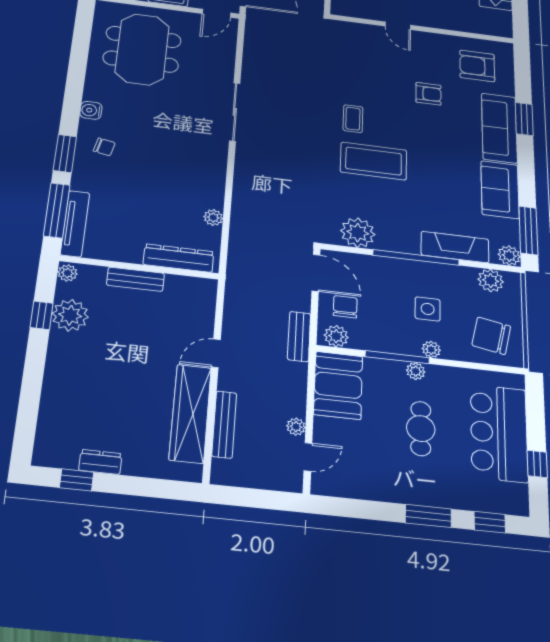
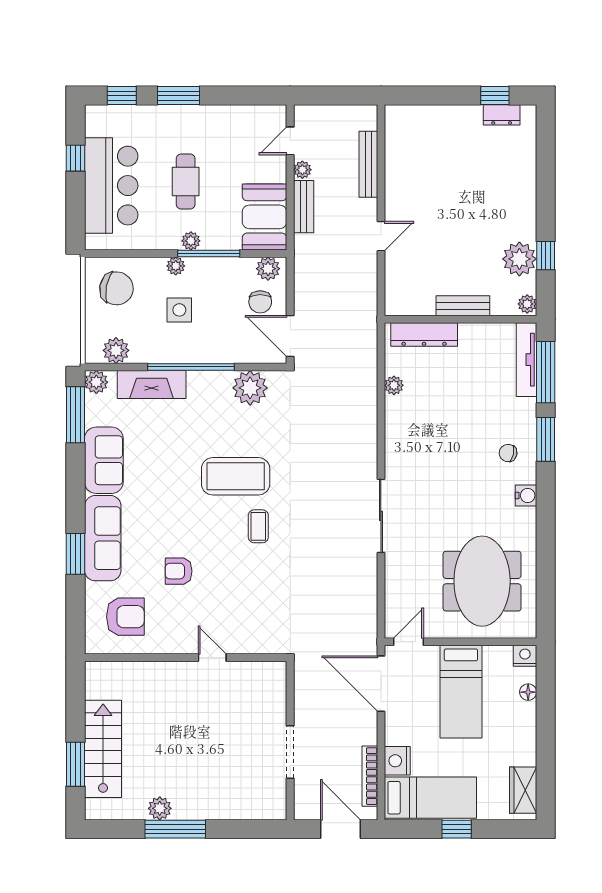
bench: (299, 336) -> (304, 207), moved
wardrobe: (190, 413) -> (400, 172), removed
dresser: (100, 462) -> (502, 115), moved

